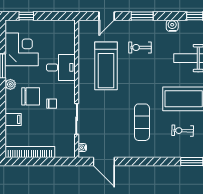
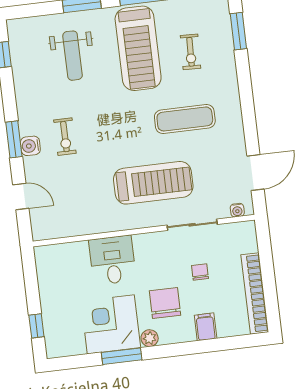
water cooler: (172, 26) -> (30, 146), moved
corner desk: (22, 49) -> (111, 324), moved
treadmill: (106, 66) -> (153, 183), moved
chair: (52, 104) -> (200, 272), moved

